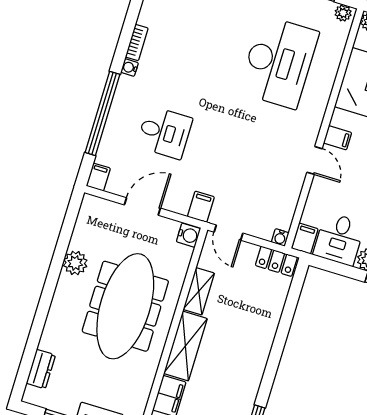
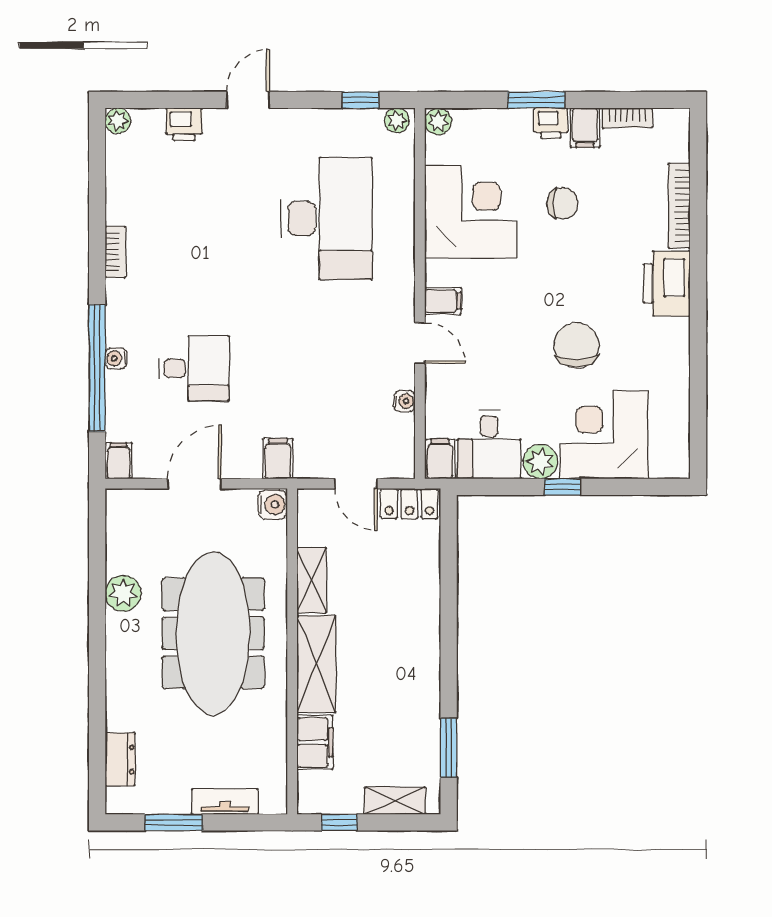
water cooler: (130, 68) -> (116, 358), moved
door: (228, 233) -> (356, 484), moved
water cooler: (280, 237) -> (404, 401), moved, turned -90

